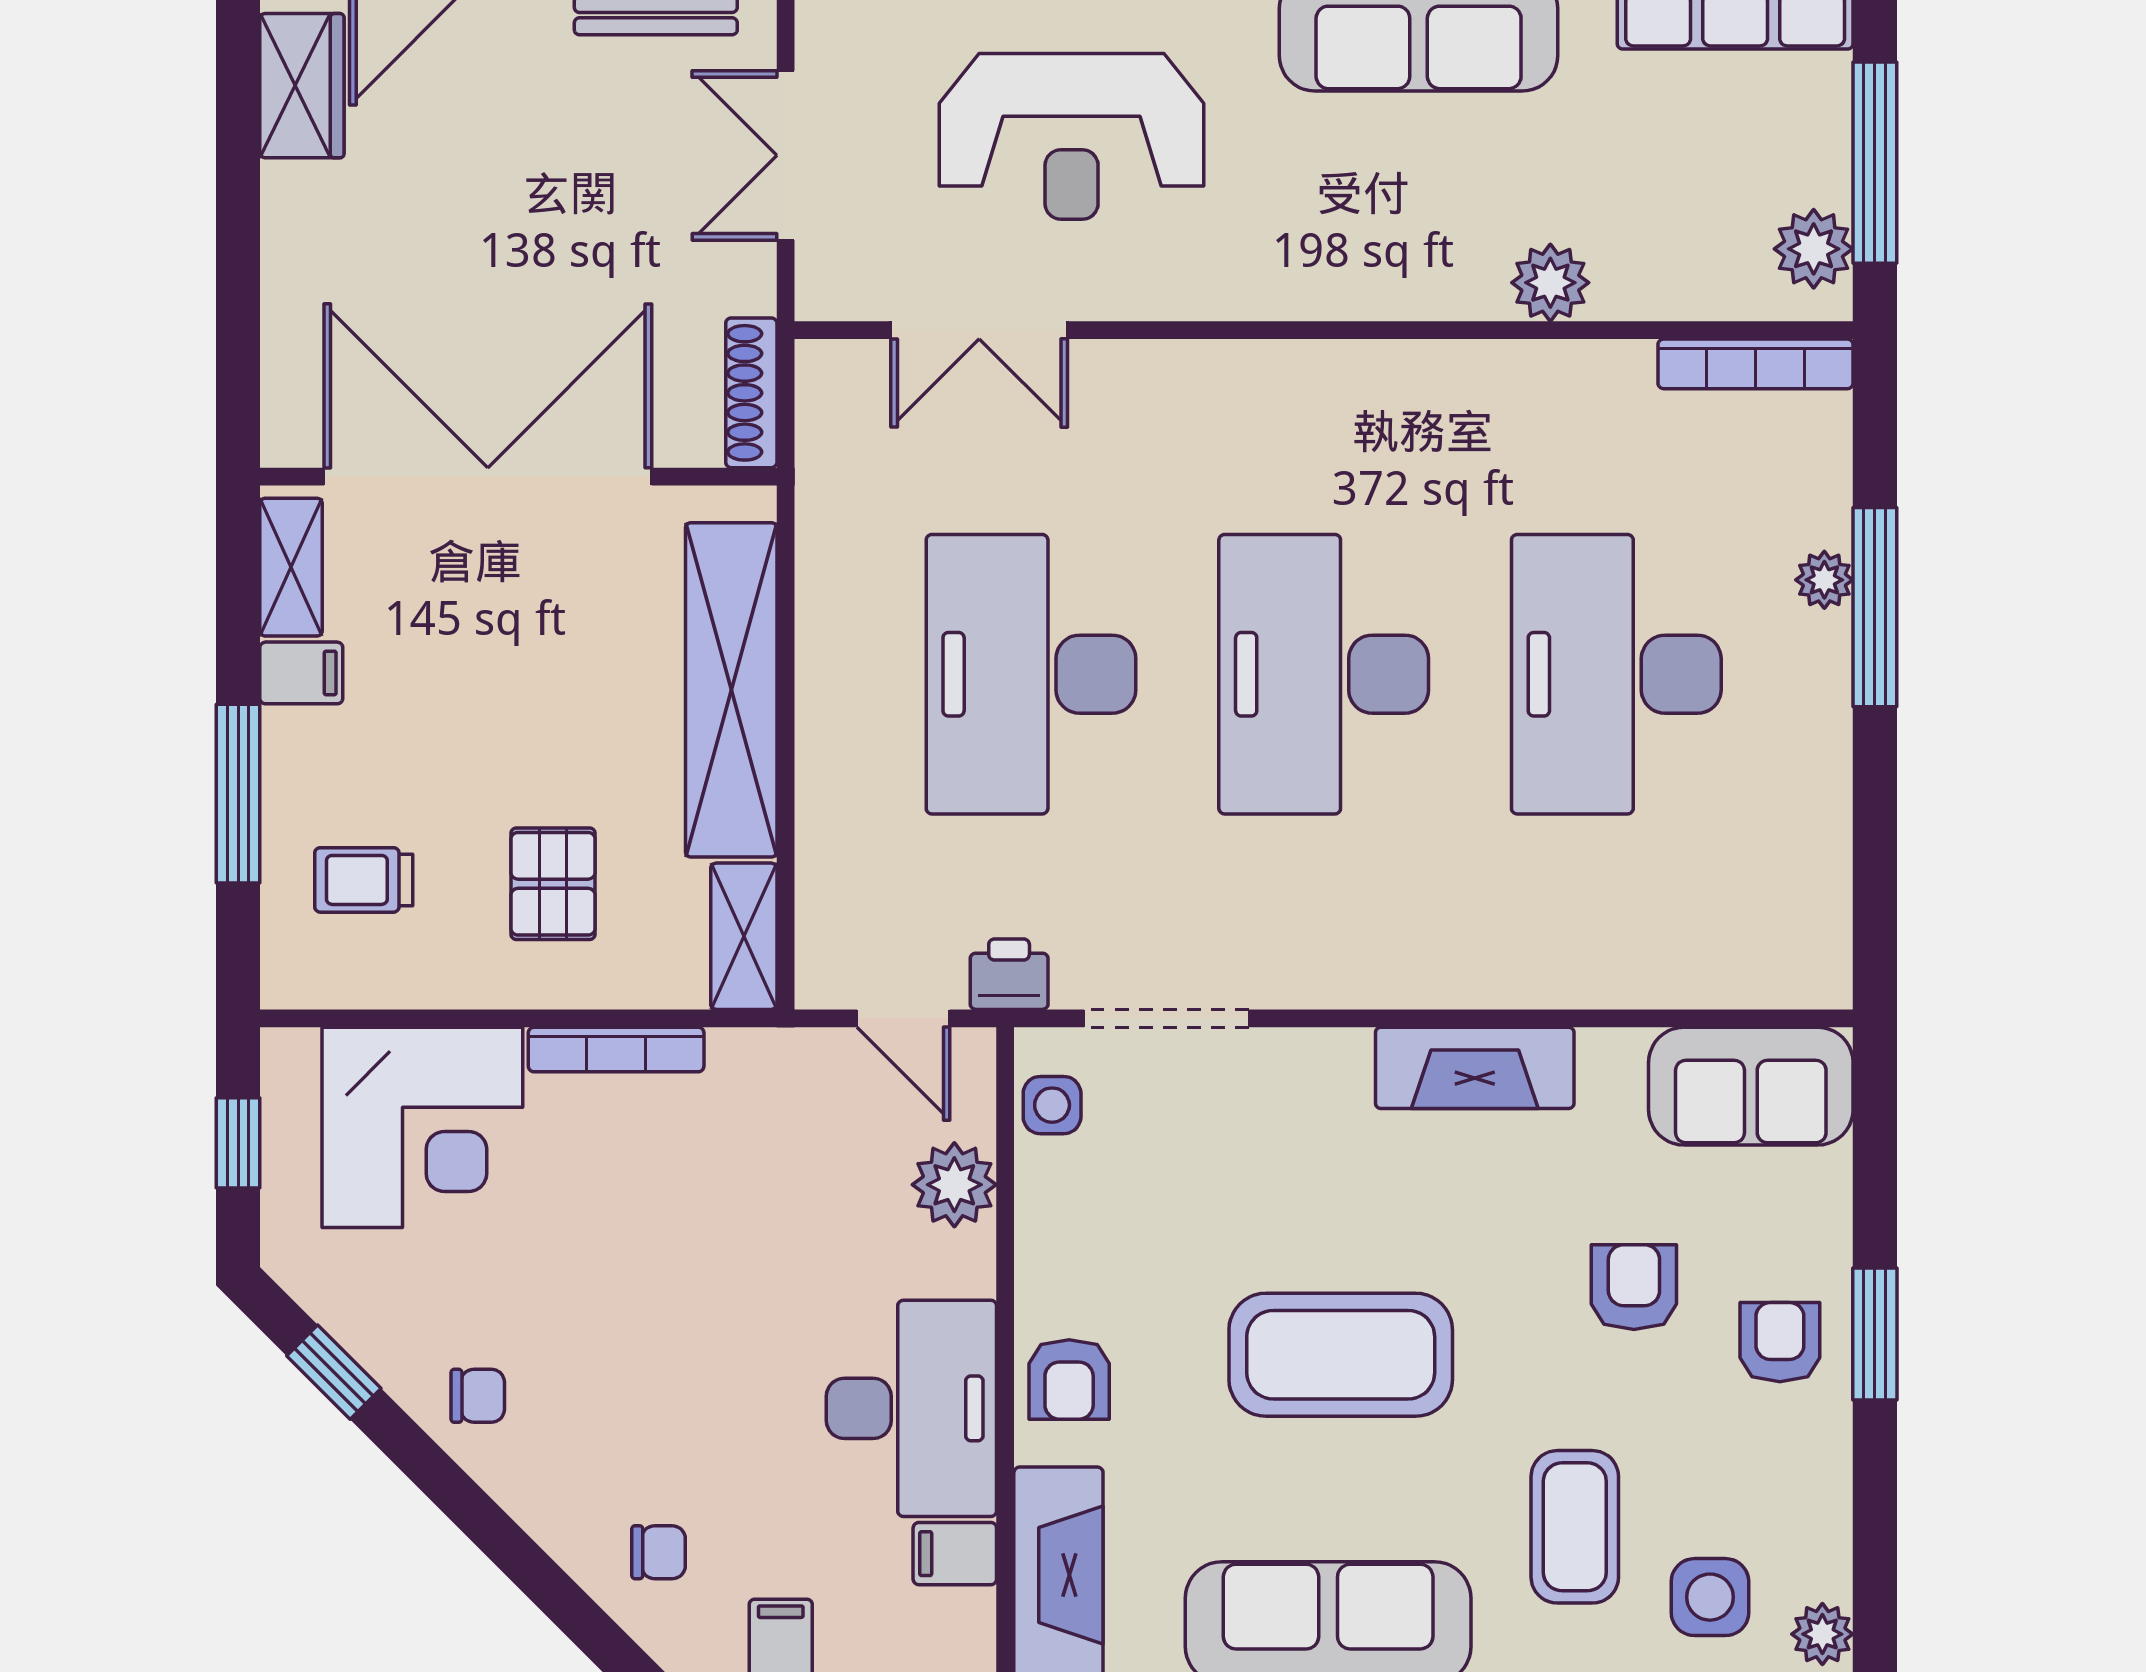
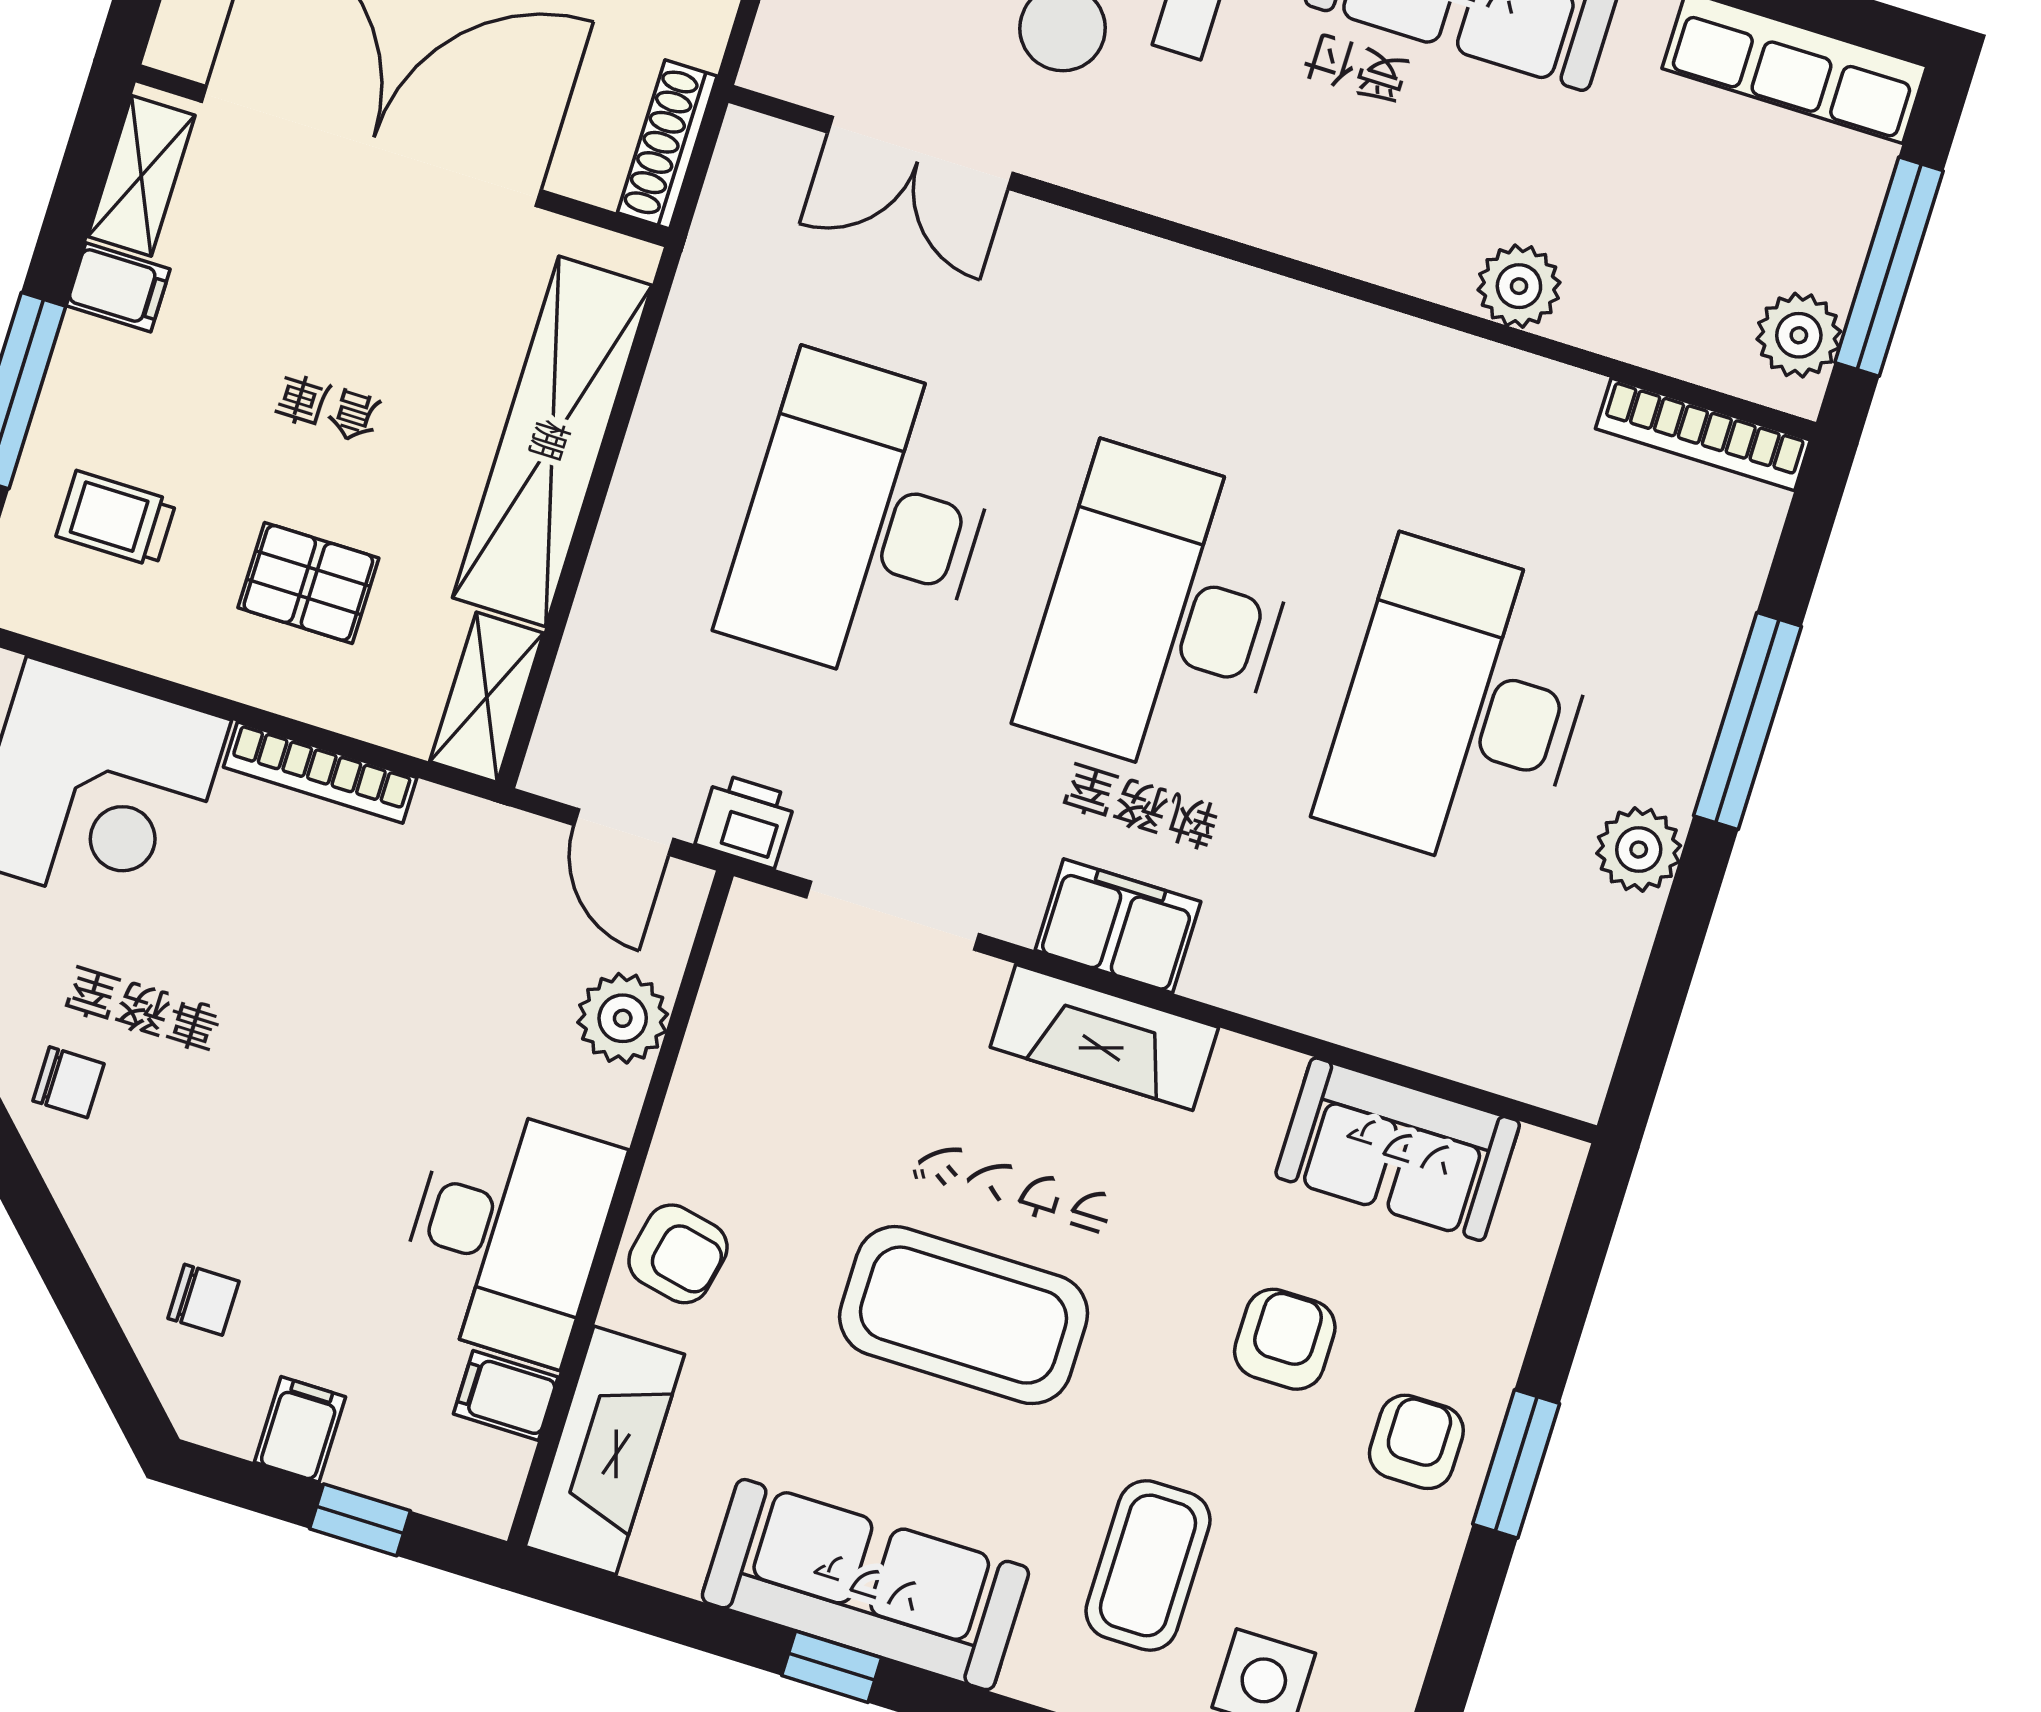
plant: (1824, 580) -> (1639, 850), moved, width x1.38, depth x1.38
pallet: (553, 884) -> (308, 583), turned 90
filing cabinet: (1370, 965) -> (1118, 926), added
fireplace: (1475, 1068) -> (1104, 1037), moved
sofa: (1751, 1086) -> (1398, 1149), moved
side table: (1052, 1105) -> (748, 968), removed
armchair: (1069, 1379) -> (678, 1254), turned -78

